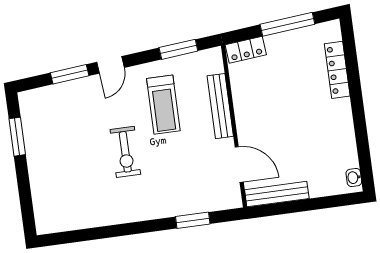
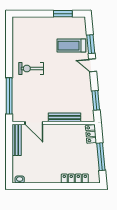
treadmill: (163, 105) -> (71, 46), moved
exercise bike: (125, 152) -> (31, 69), moved
door: (239, 165) -> (34, 123), hinge flipped
window: (193, 220) -> (9, 96), width x2.11

